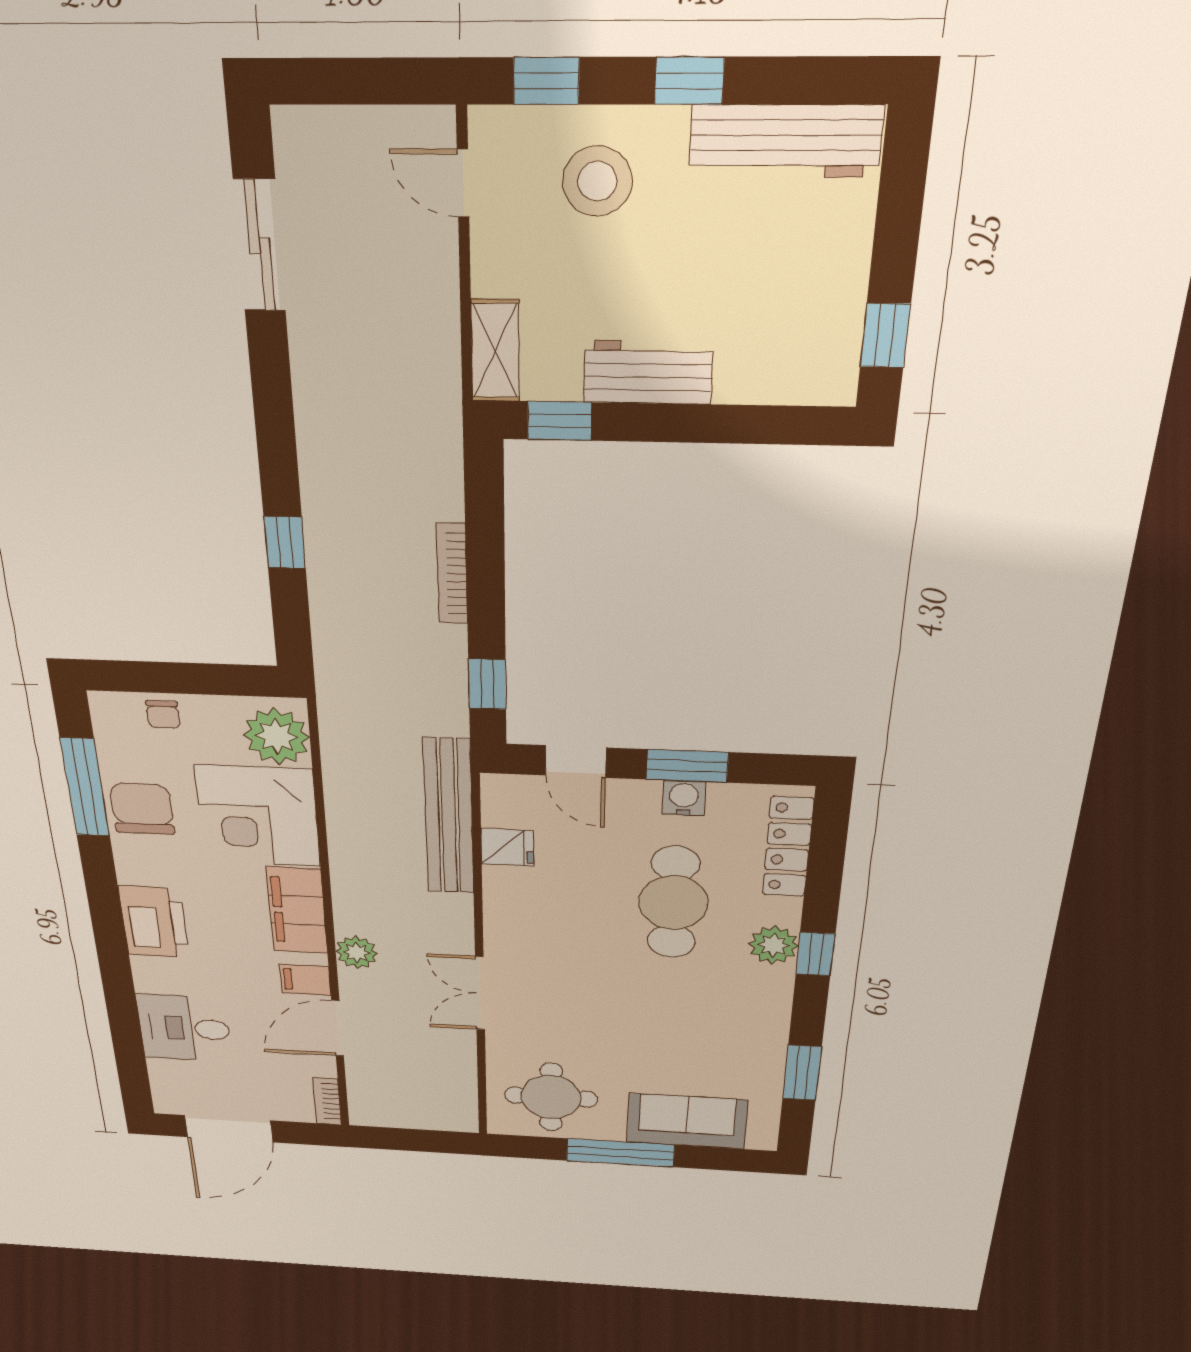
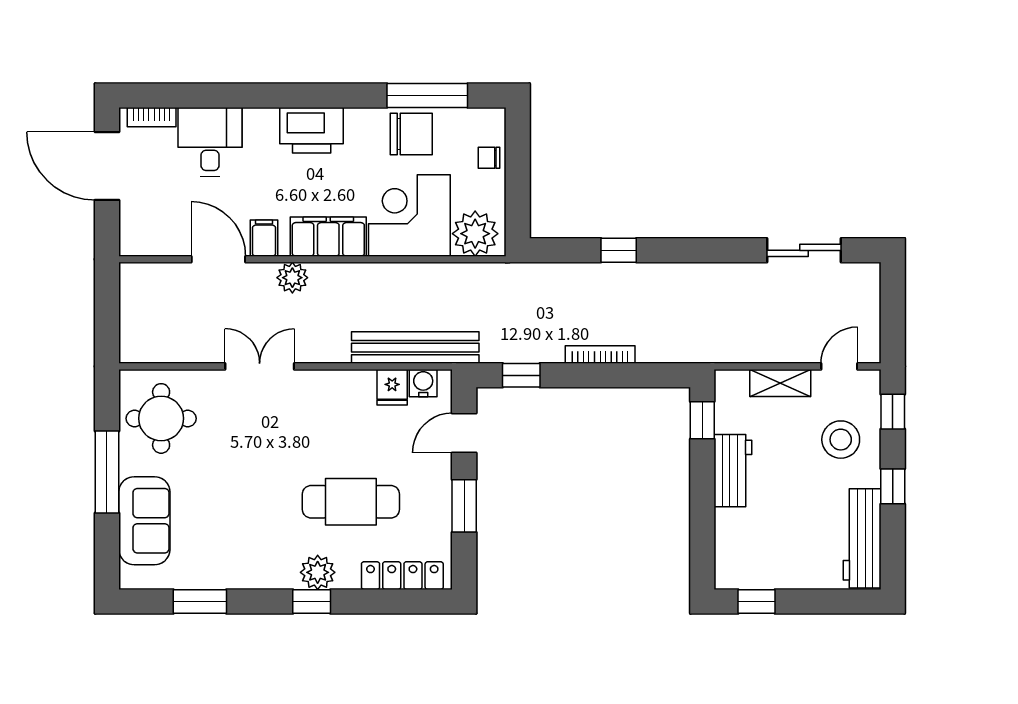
shelving: (495, 351) -> (780, 383), moved
water cooler: (684, 798) -> (423, 383), moved, turned -90
bookcase: (327, 1101) -> (152, 117), moved, turned 180

